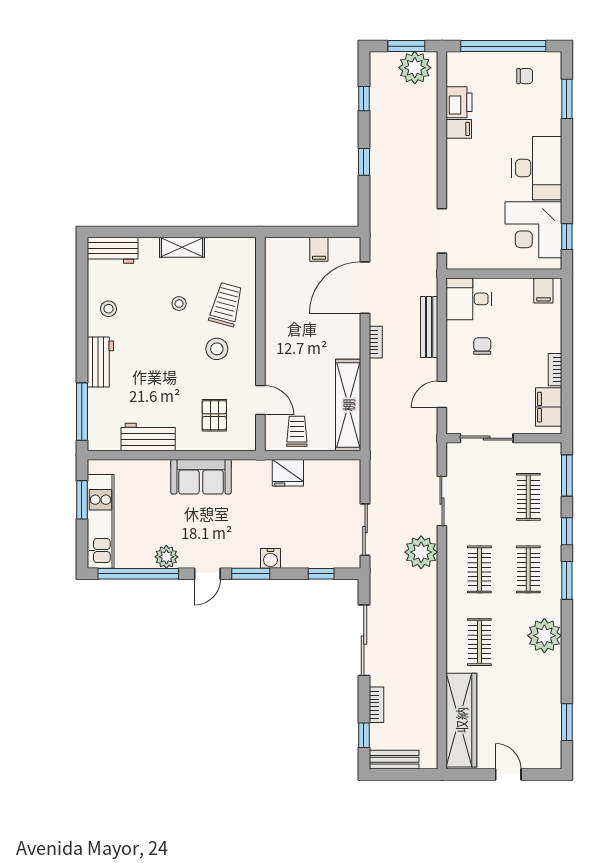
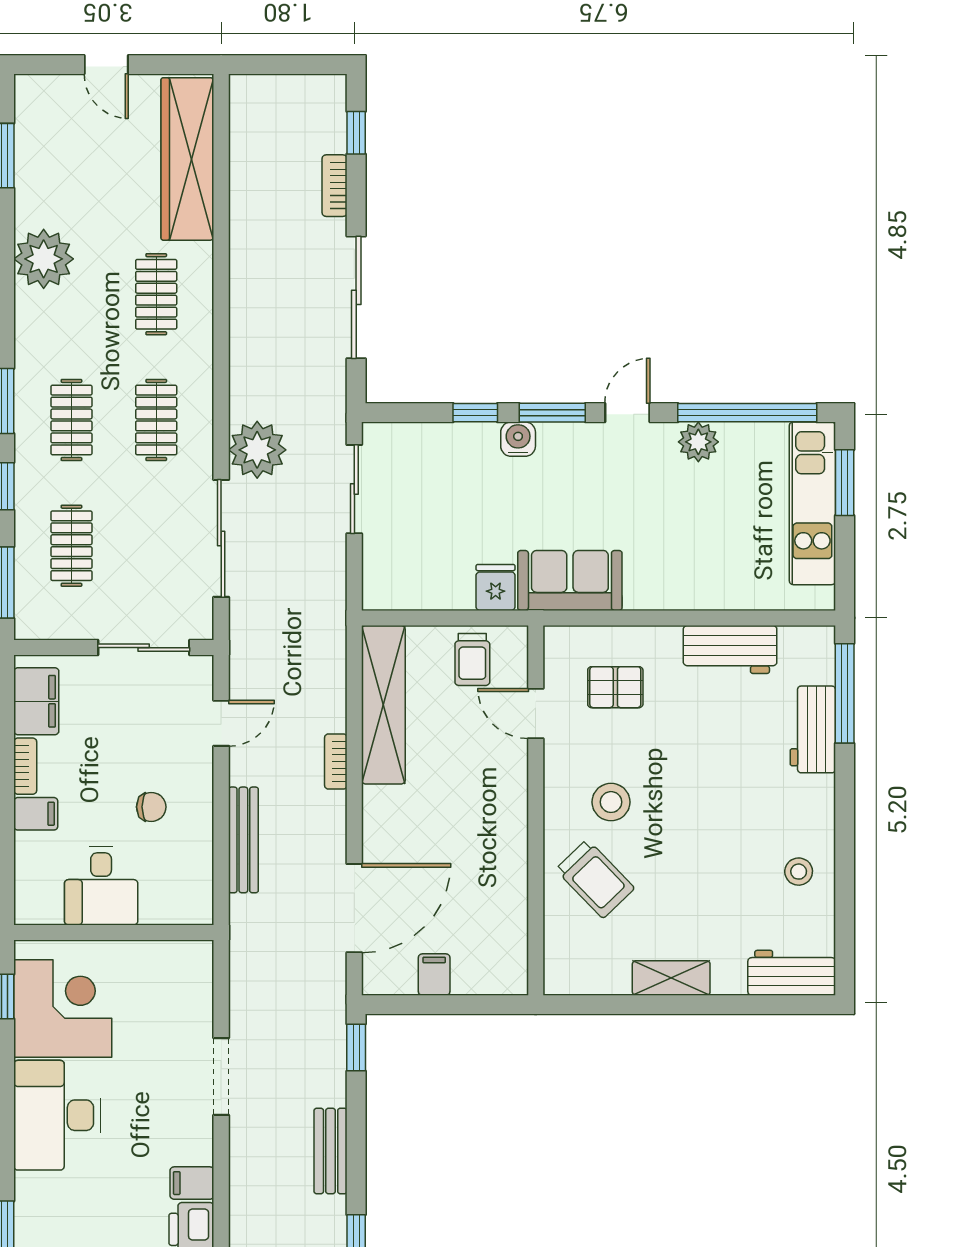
window: (364, 162) -> (356, 1048), moved
doorway: (442, 231) -> (221, 1076), moved
filing cabinet: (543, 290) -> (36, 814), moved, turned 90
desk: (469, 299) -> (101, 886), moved, turned 90
stool: (179, 304) -> (676, 881), removed
trolley: (226, 305) -> (595, 879), turned -59
bookcase: (376, 342) -> (336, 761), moved
chair: (482, 346) -> (151, 807), turned -90
workbench: (100, 362) -> (813, 729), moved
pallet: (214, 415) -> (615, 687), turned 90
fridge: (288, 473) -> (496, 587), width x0.72
sofa: (201, 477) -> (570, 580), moved
window: (82, 500) -> (845, 483), moved
sliding door: (442, 501) -> (221, 538), width x1.37
window: (321, 574) -> (475, 413), moved
plant: (544, 636) -> (44, 259), moved
bench: (394, 760) -> (331, 1151), moved, turned 90

